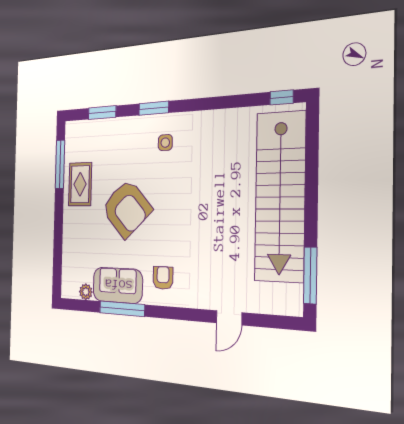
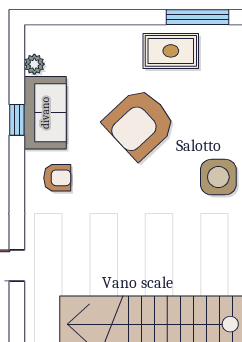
side table: (165, 143) -> (218, 177), width x1.87, depth x1.87
window: (122, 309) -> (17, 120), width x0.46

